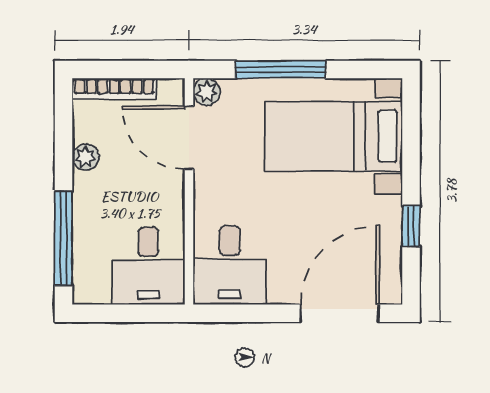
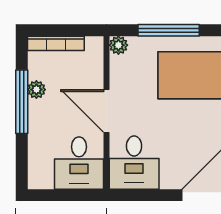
door: (189, 138) -> (106, 111), moved
window: (64, 238) -> (22, 102), moved

